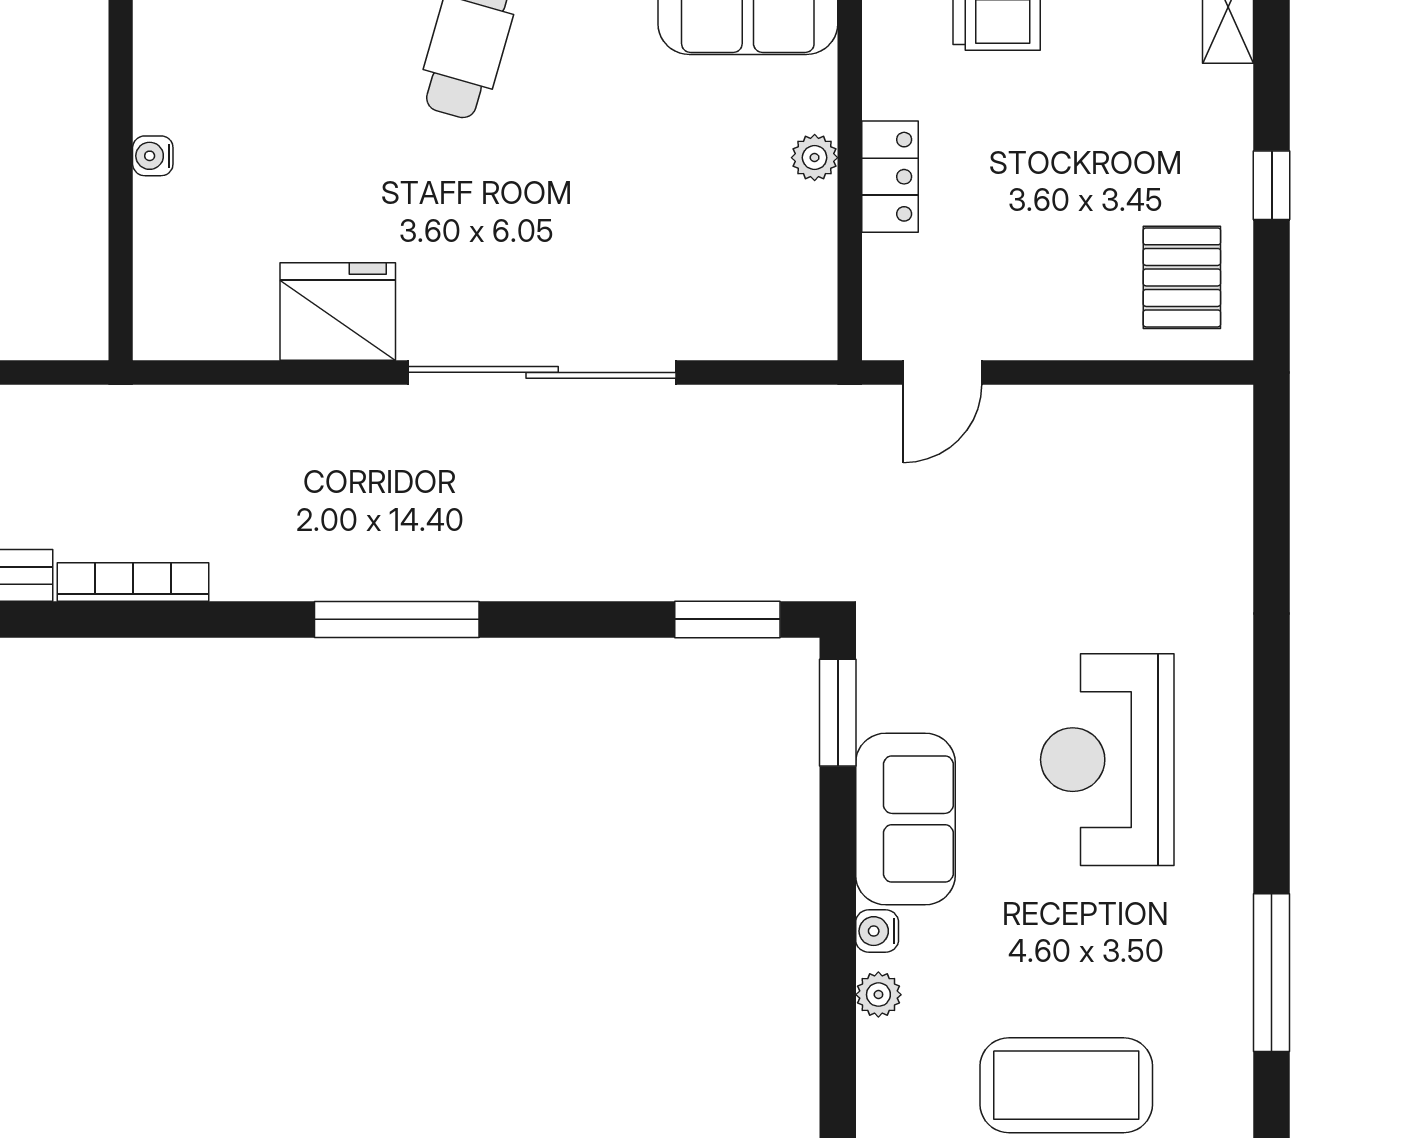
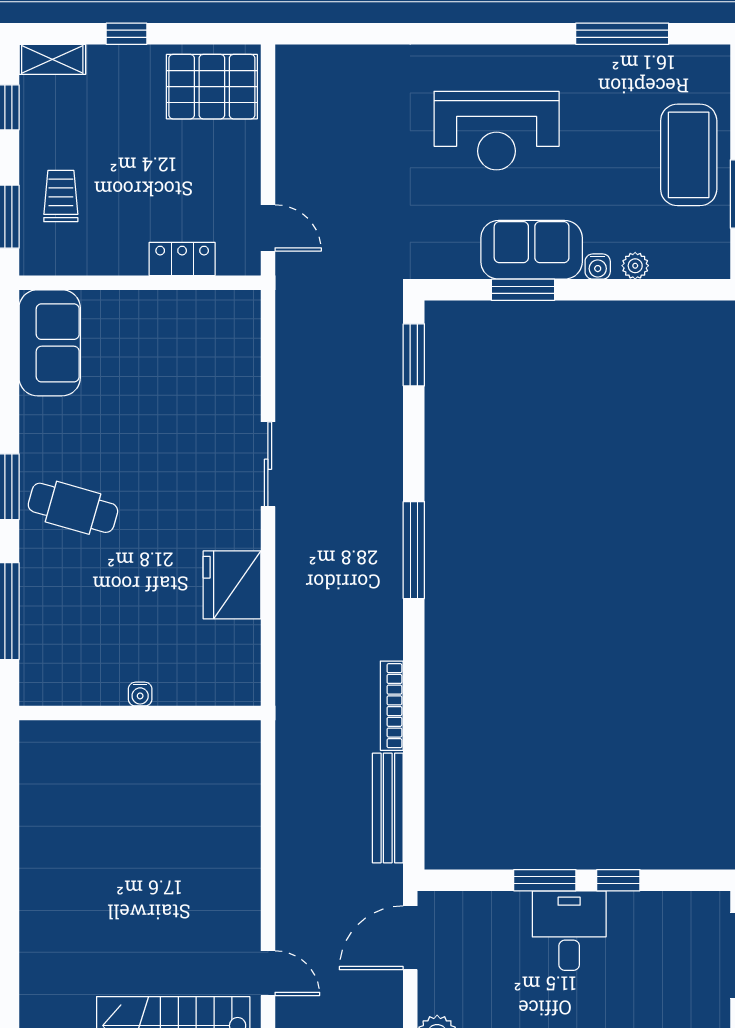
plant: (815, 158) -> (141, 303), removed
locker: (890, 177) -> (182, 259), moved
window: (1272, 185) -> (126, 34), moved
pallet: (1182, 277) -> (212, 87), width x1.50, depth x1.42
sliding door: (542, 372) -> (268, 464), width x0.54
window: (838, 713) -> (523, 290), moved

